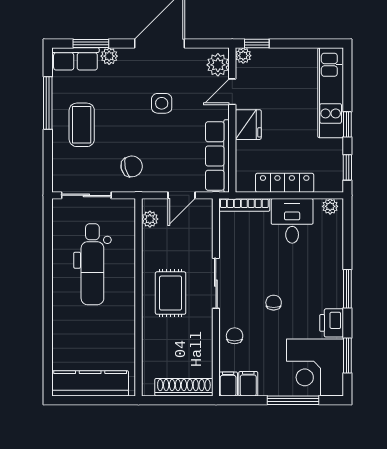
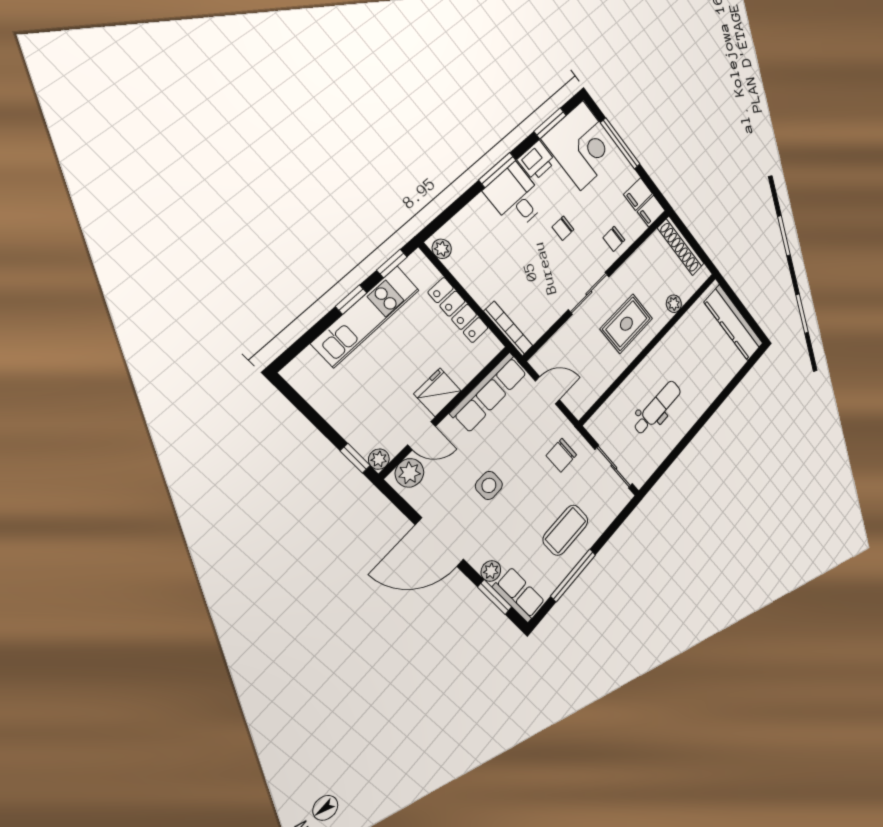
kitchen unit: (331, 93) -> (366, 316), moved
chair: (132, 166) -> (561, 455), turned -76
plant: (150, 219) -> (674, 304), moved
desk: (292, 221) -> (516, 197), moved, turned 90
dental chair: (92, 264) -> (657, 408), width x0.73, depth x0.72

